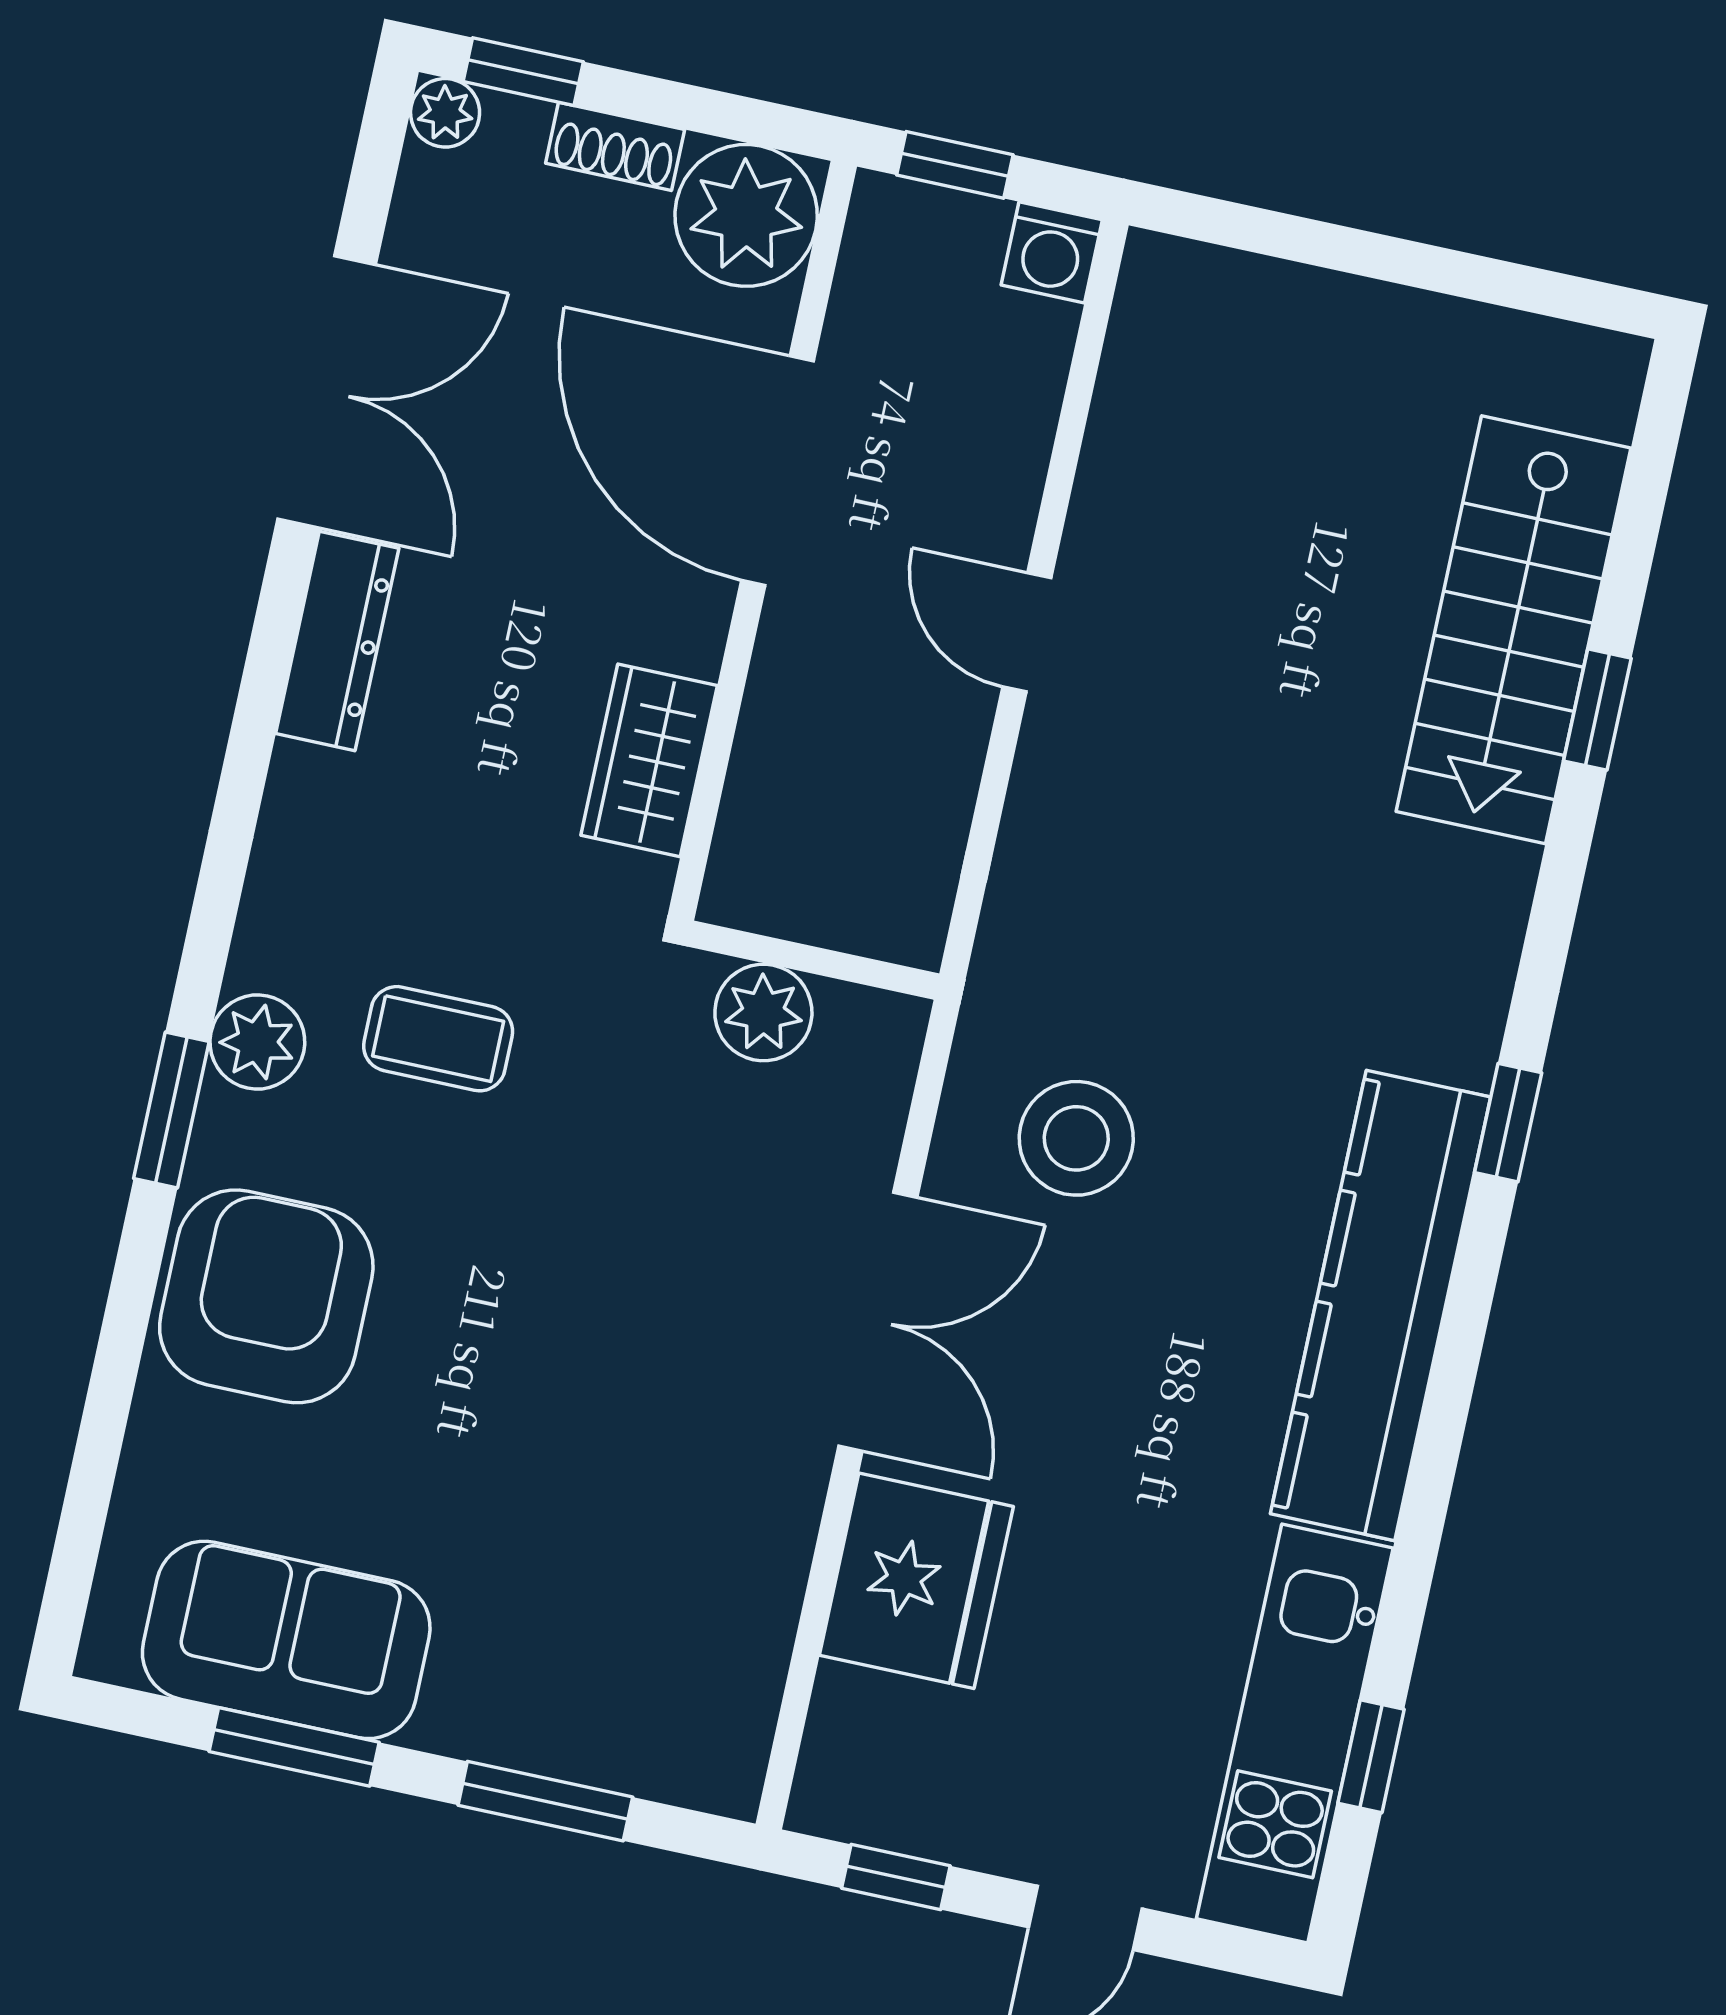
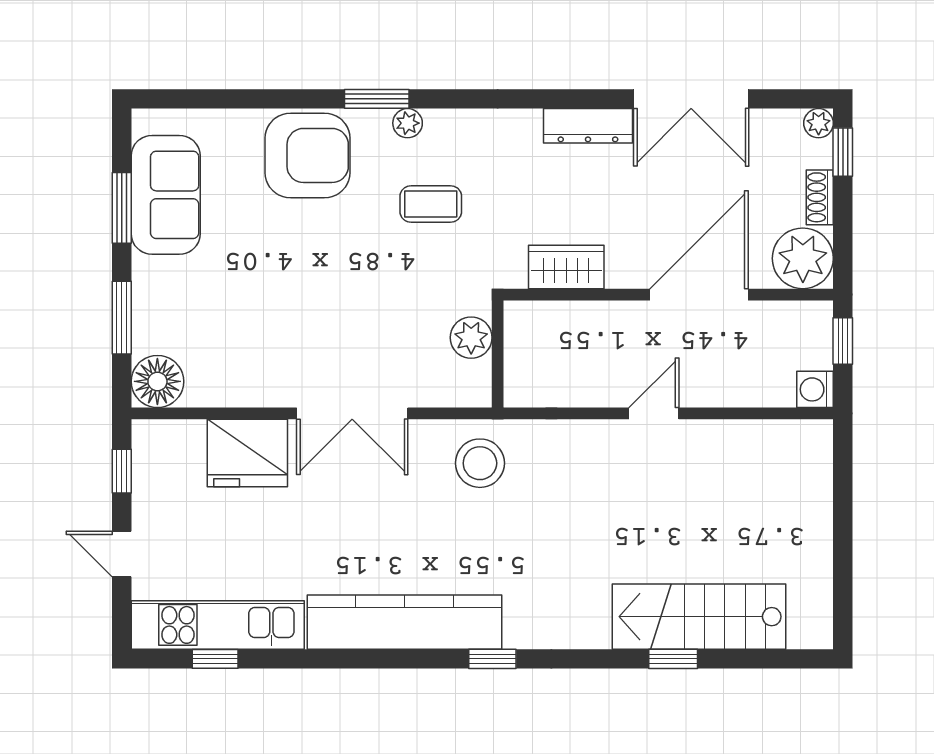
coffee table: (438, 1039) -> (431, 204), turned 90
plant: (257, 1042) -> (408, 123), width x0.73, depth x0.73
stool: (1076, 1138) -> (480, 463), moved
floor lamp: (709, 1751) -> (157, 381), added

